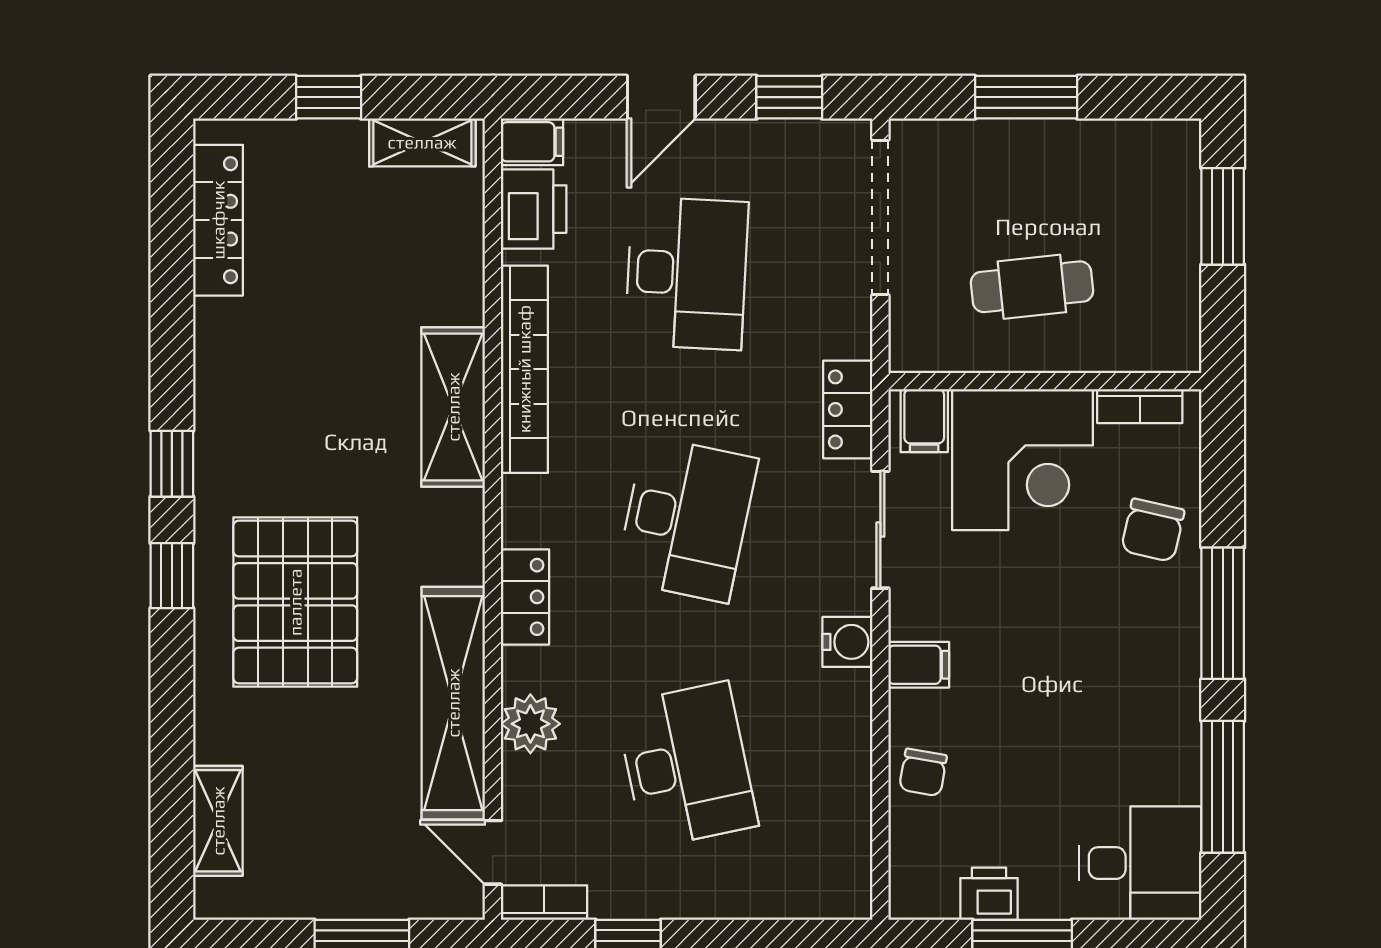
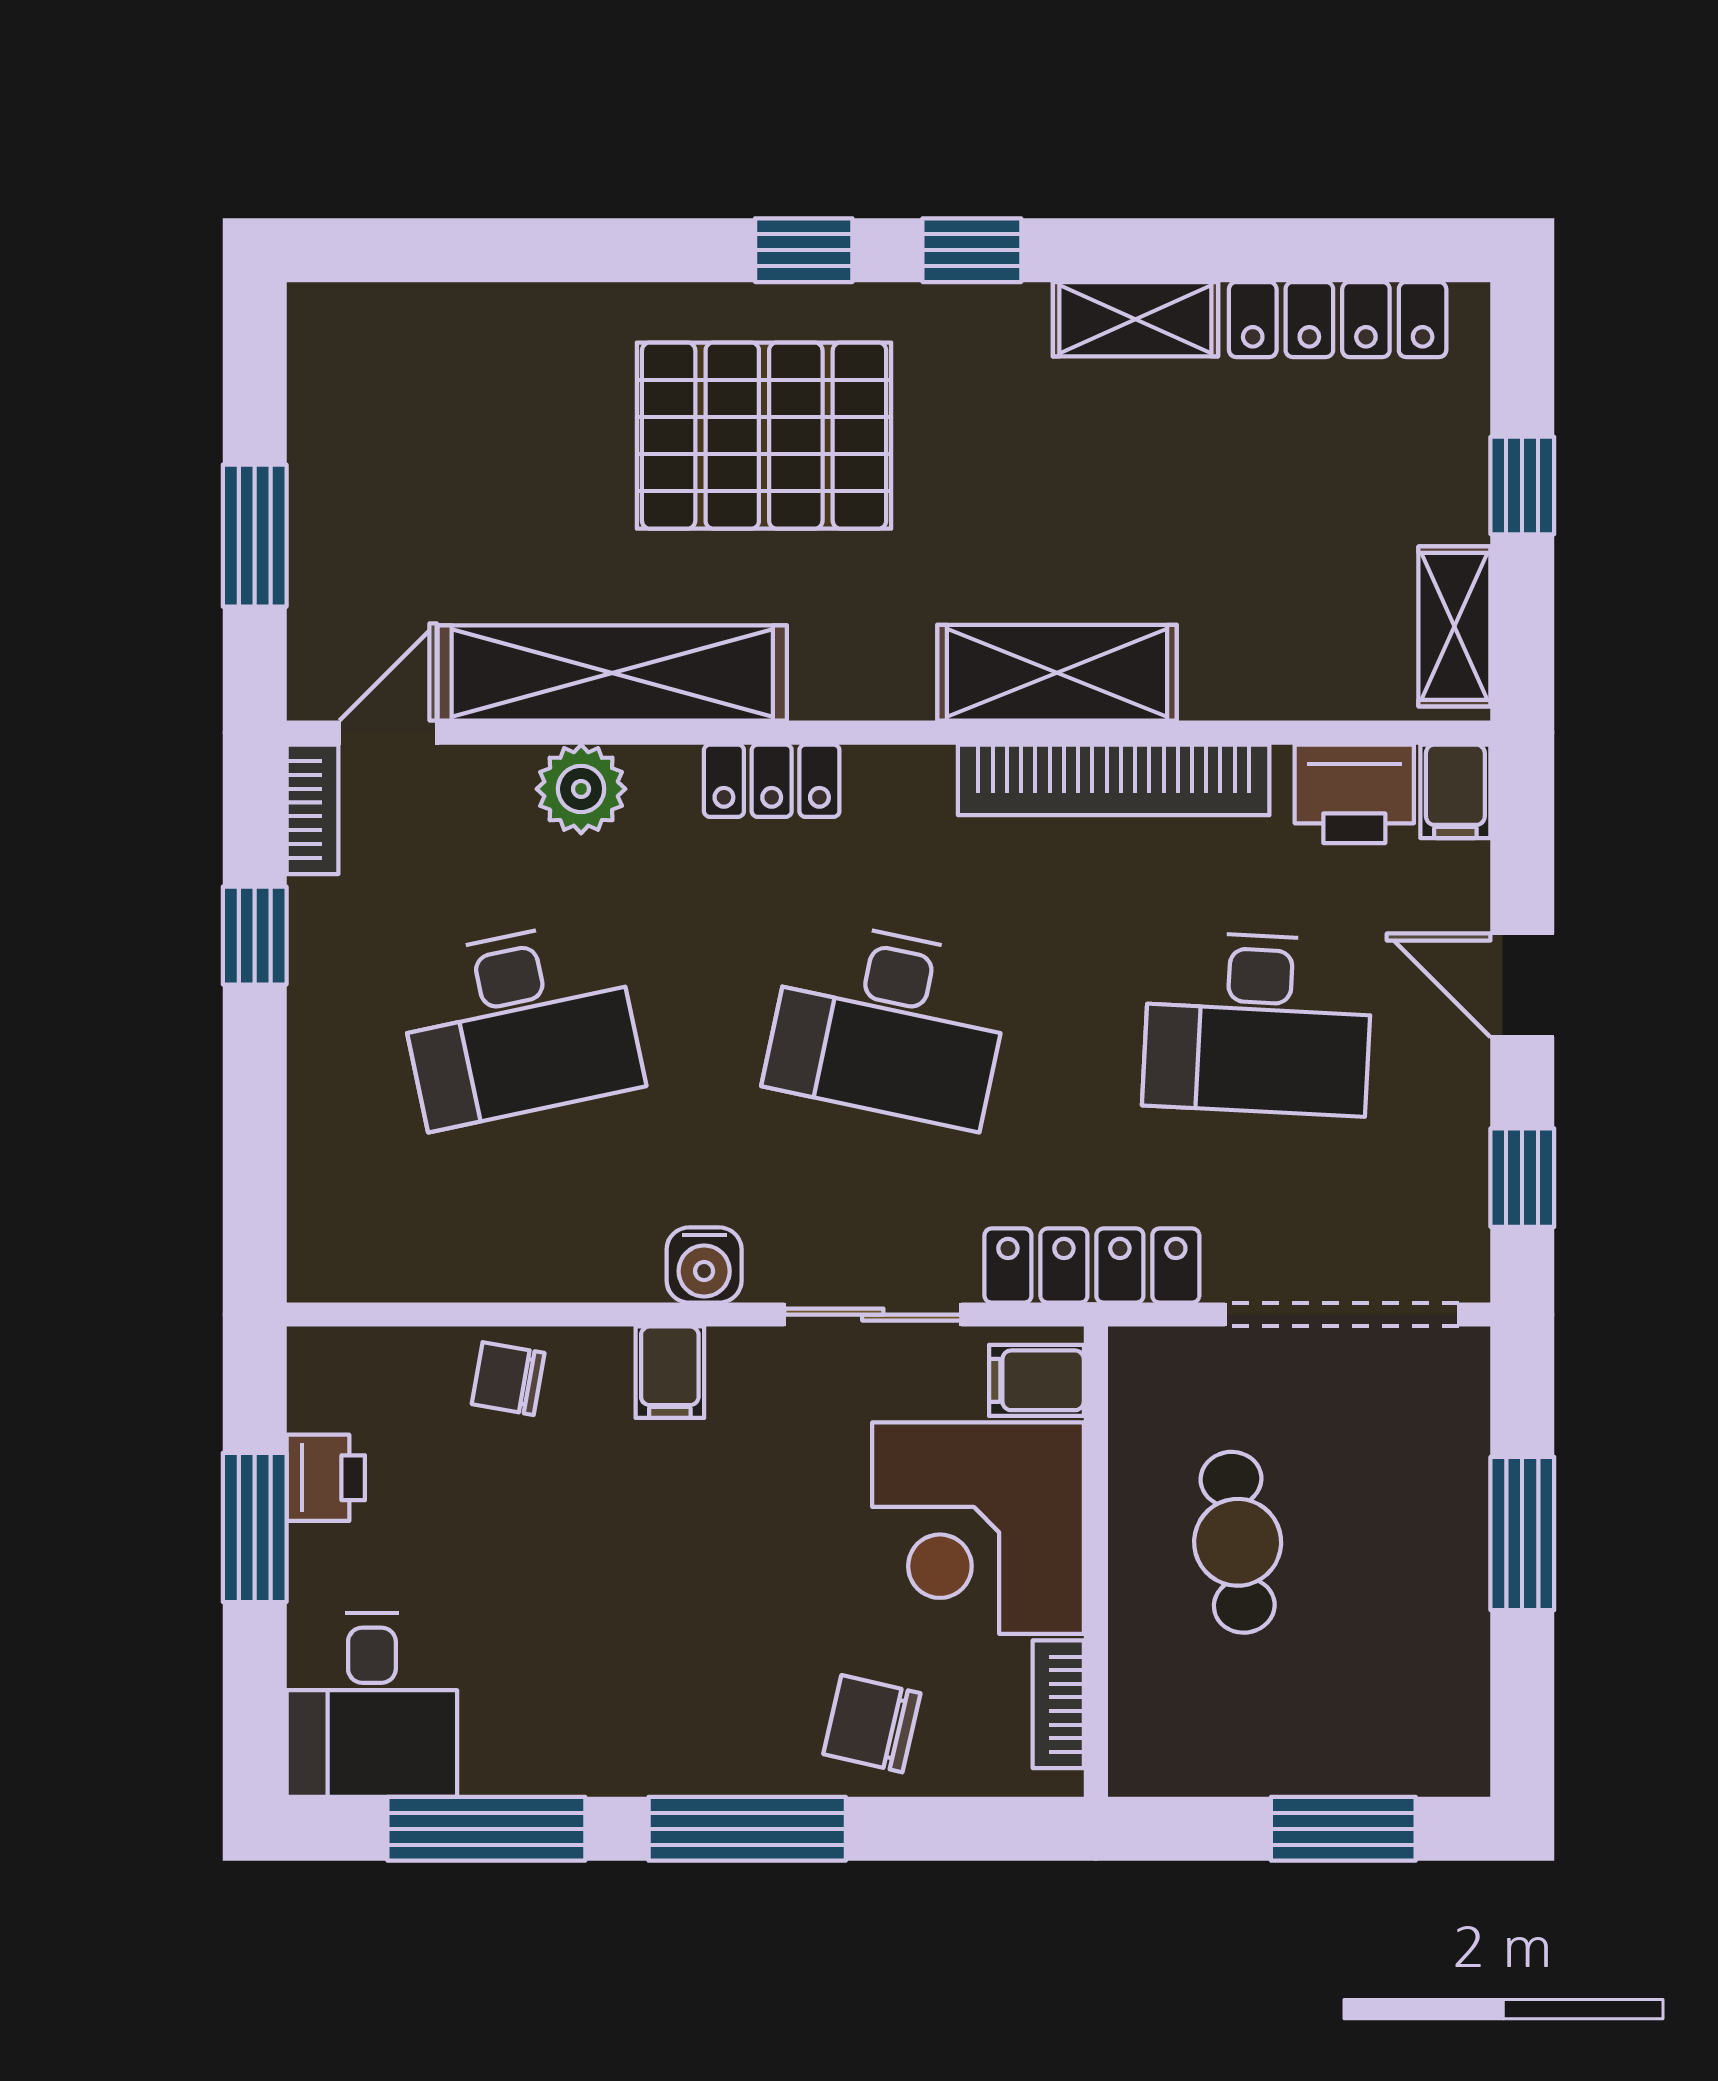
locker: (848, 409) -> (1092, 1266), width x1.53
shelving: (218, 821) -> (1135, 319), moved

